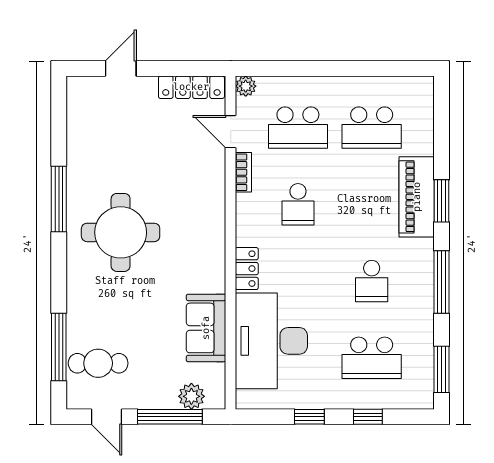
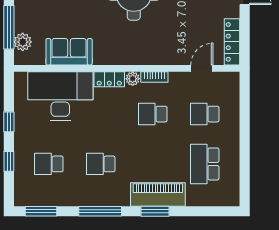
plant: (246, 86) -> (133, 79), moved
school desk: (298, 128) -> (205, 114), width x0.54
bookcase: (243, 172) -> (154, 77), moved
school desk: (372, 358) -> (49, 164), width x0.54

